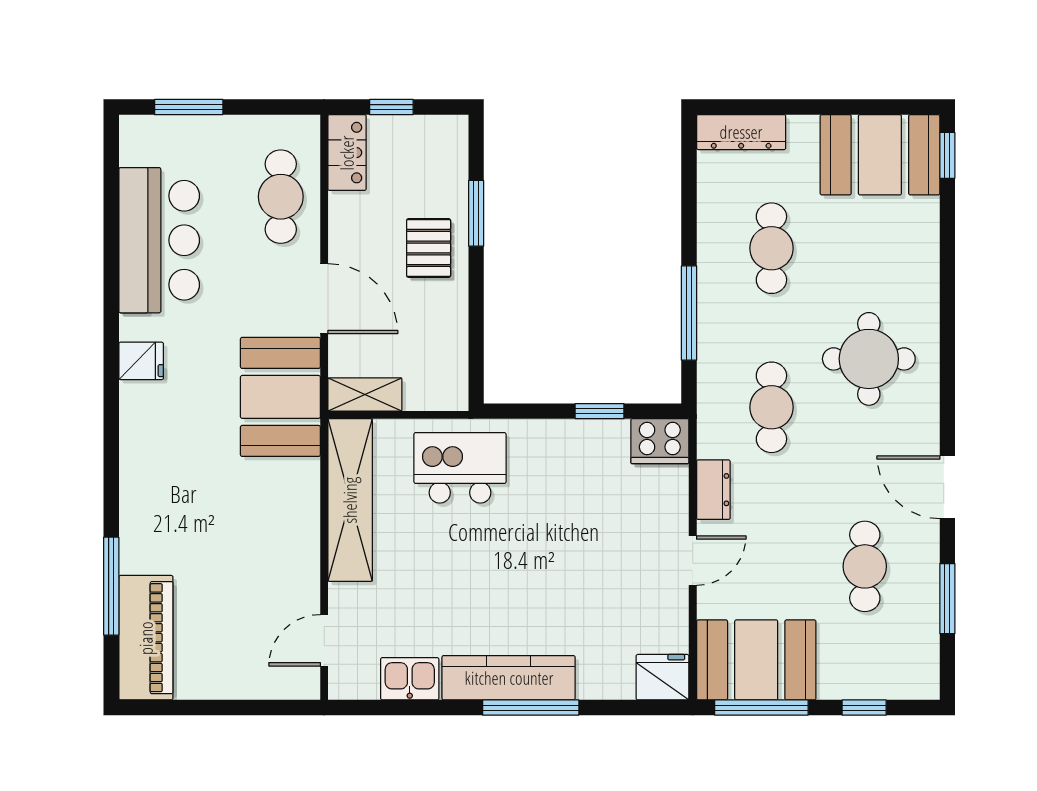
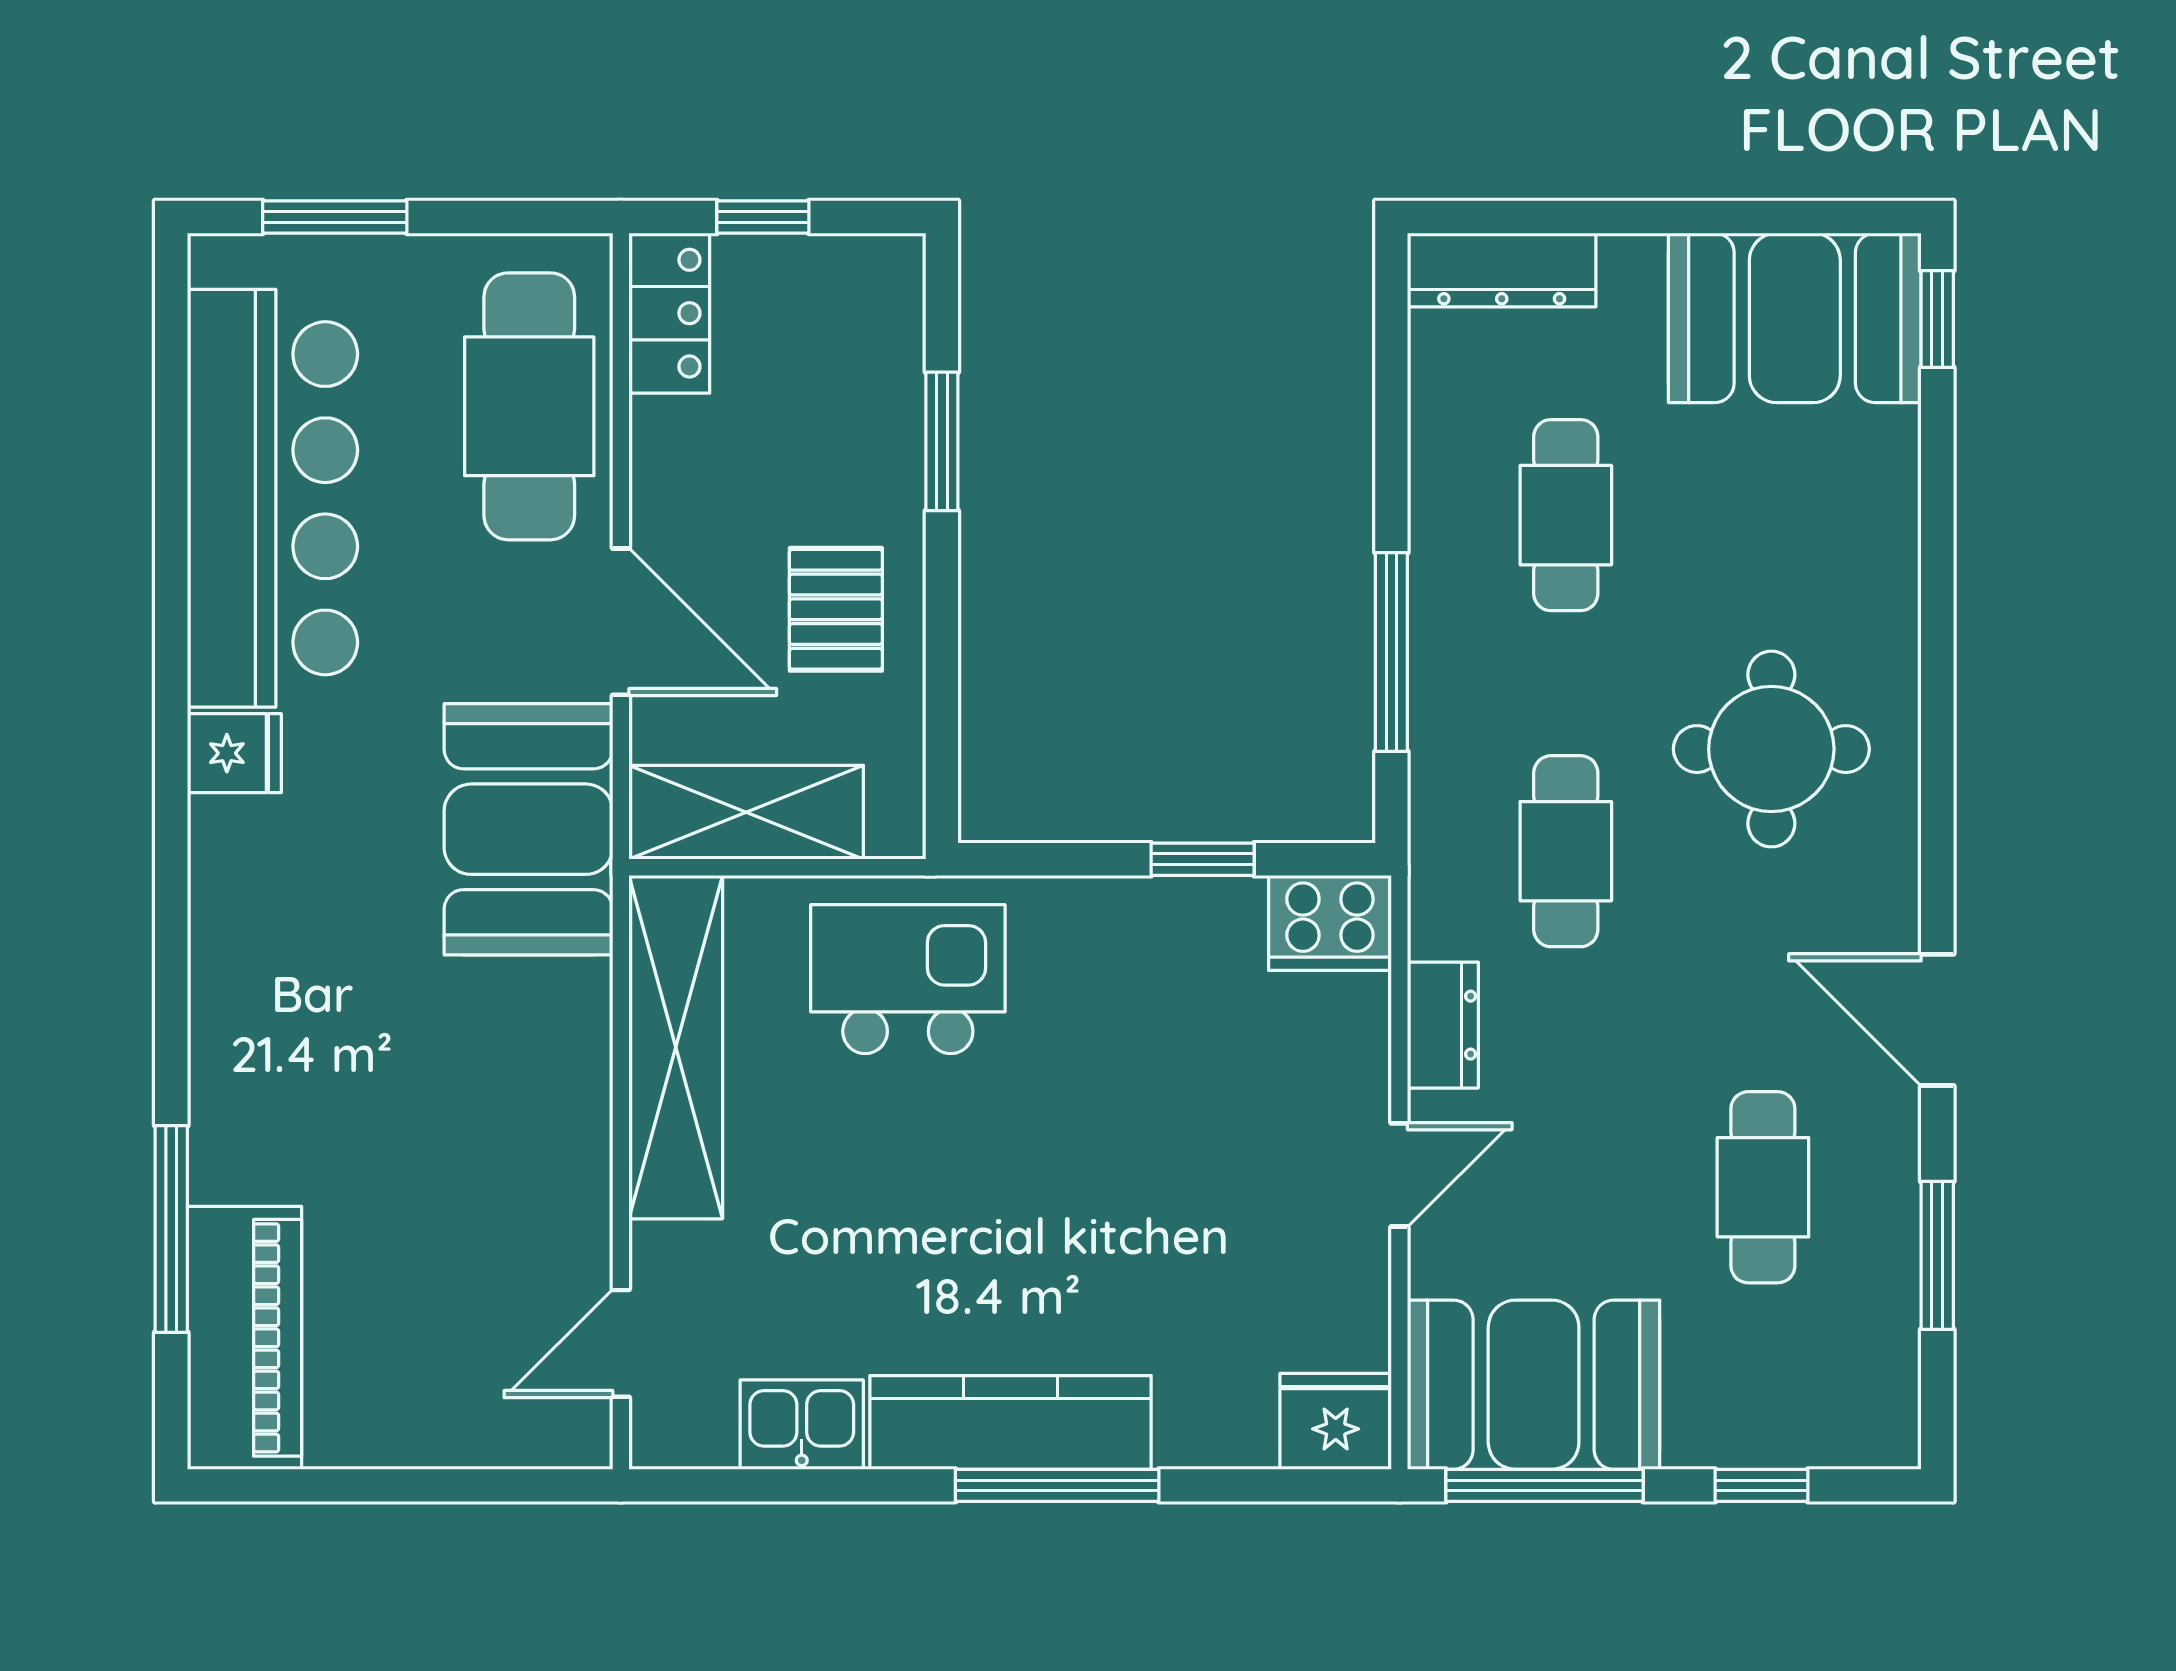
cafe table: (281, 197) -> (529, 406), width x1.37, depth x1.35
bar counter: (159, 240) -> (272, 498), width x1.36
pallet: (429, 248) -> (836, 609), moved
shelving: (365, 394) -> (746, 812), width x1.50, depth x1.33

